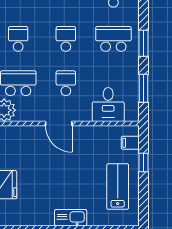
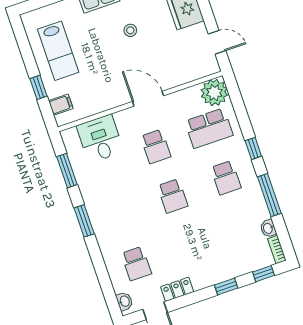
school desk: (113, 39) -> (119, 214), removed
stool: (54, 183) -> (130, 30), added

